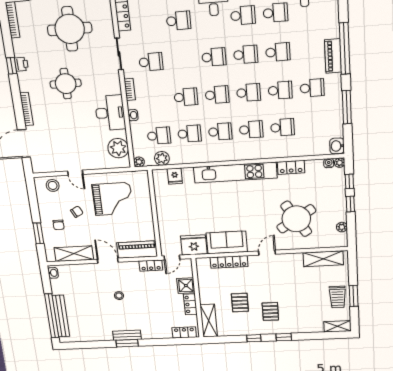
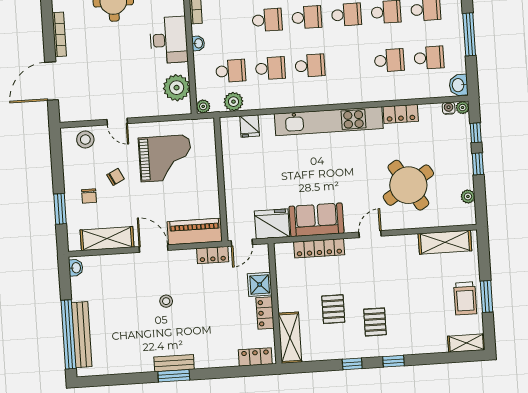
school desk: (251, 129) -> (429, 58), moved

